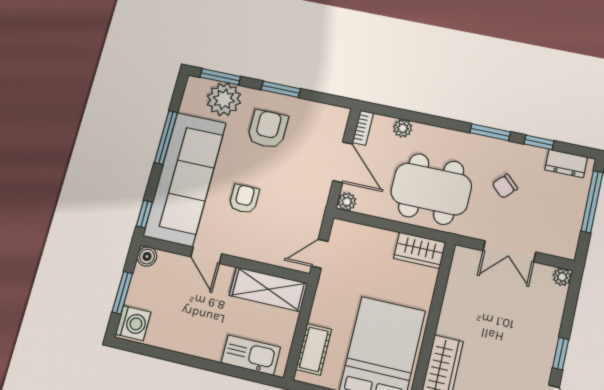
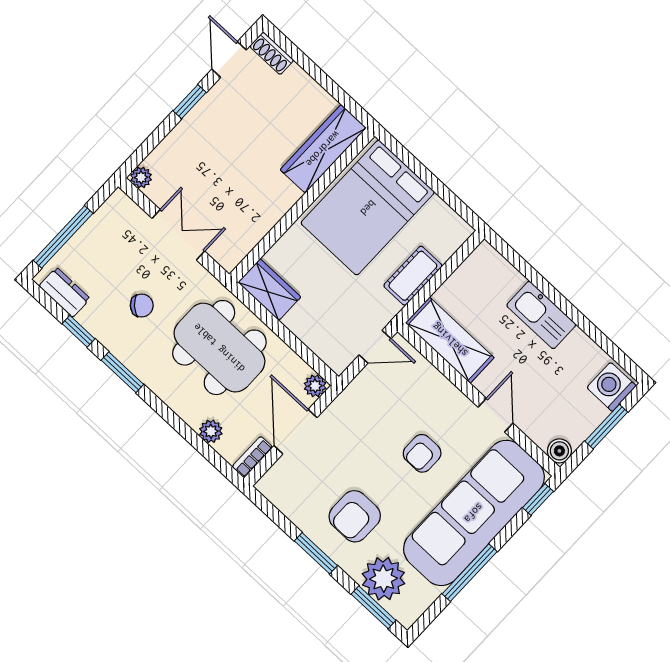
cot: (314, 349) -> (413, 276), moved
kitchen sink: (251, 355) -> (541, 315), moved

